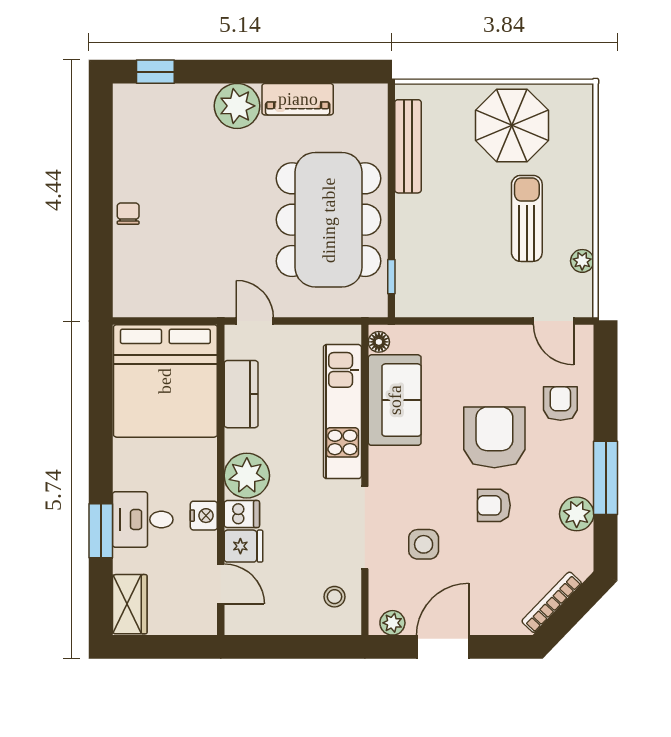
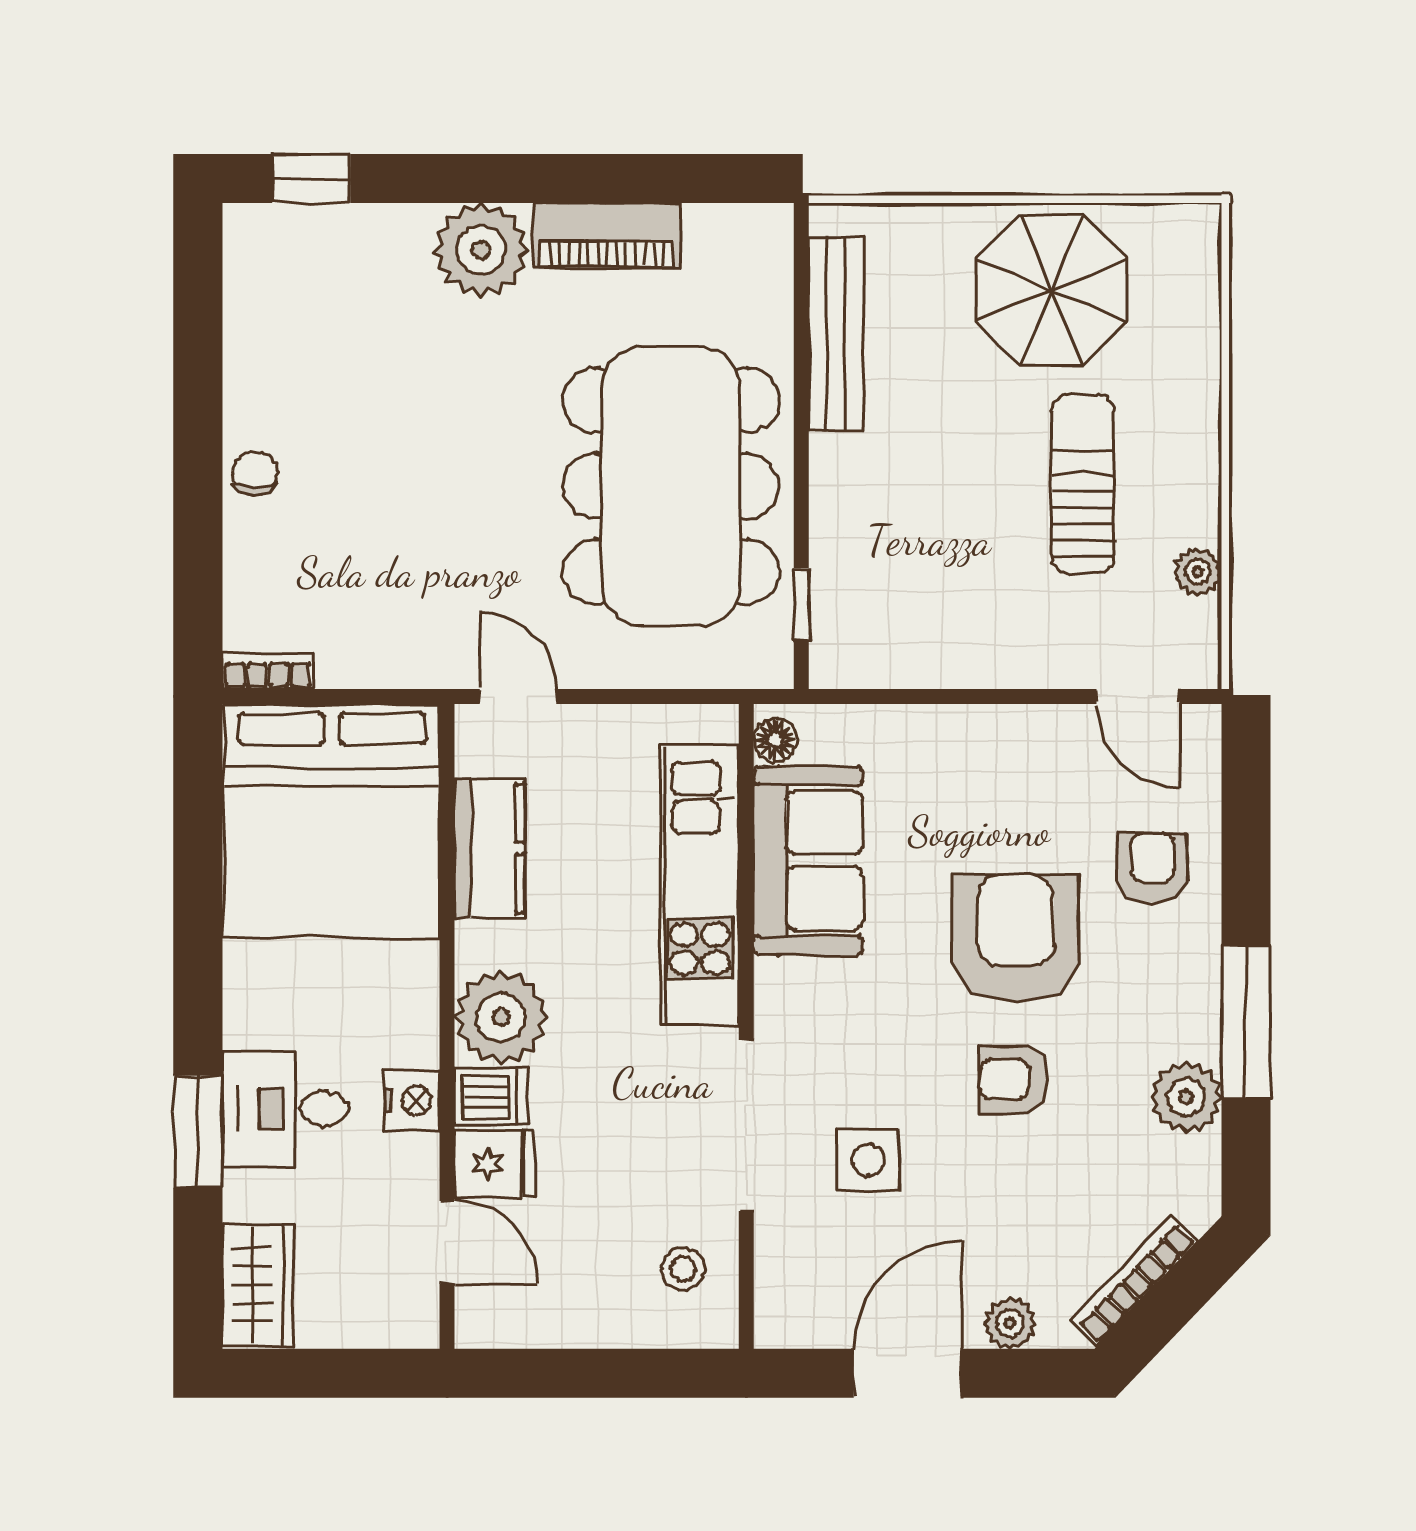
bookcase: (134, 309) -> (268, 671), added
plant: (392, 623) -> (1010, 1323), moved

